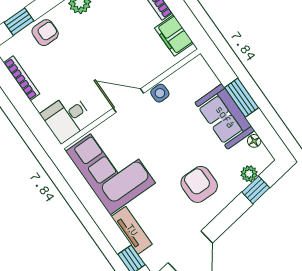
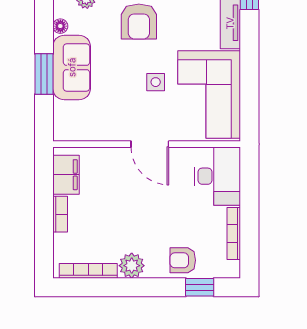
side table: (160, 93) -> (156, 82), moved
desk: (67, 118) -> (217, 176), width x1.37

